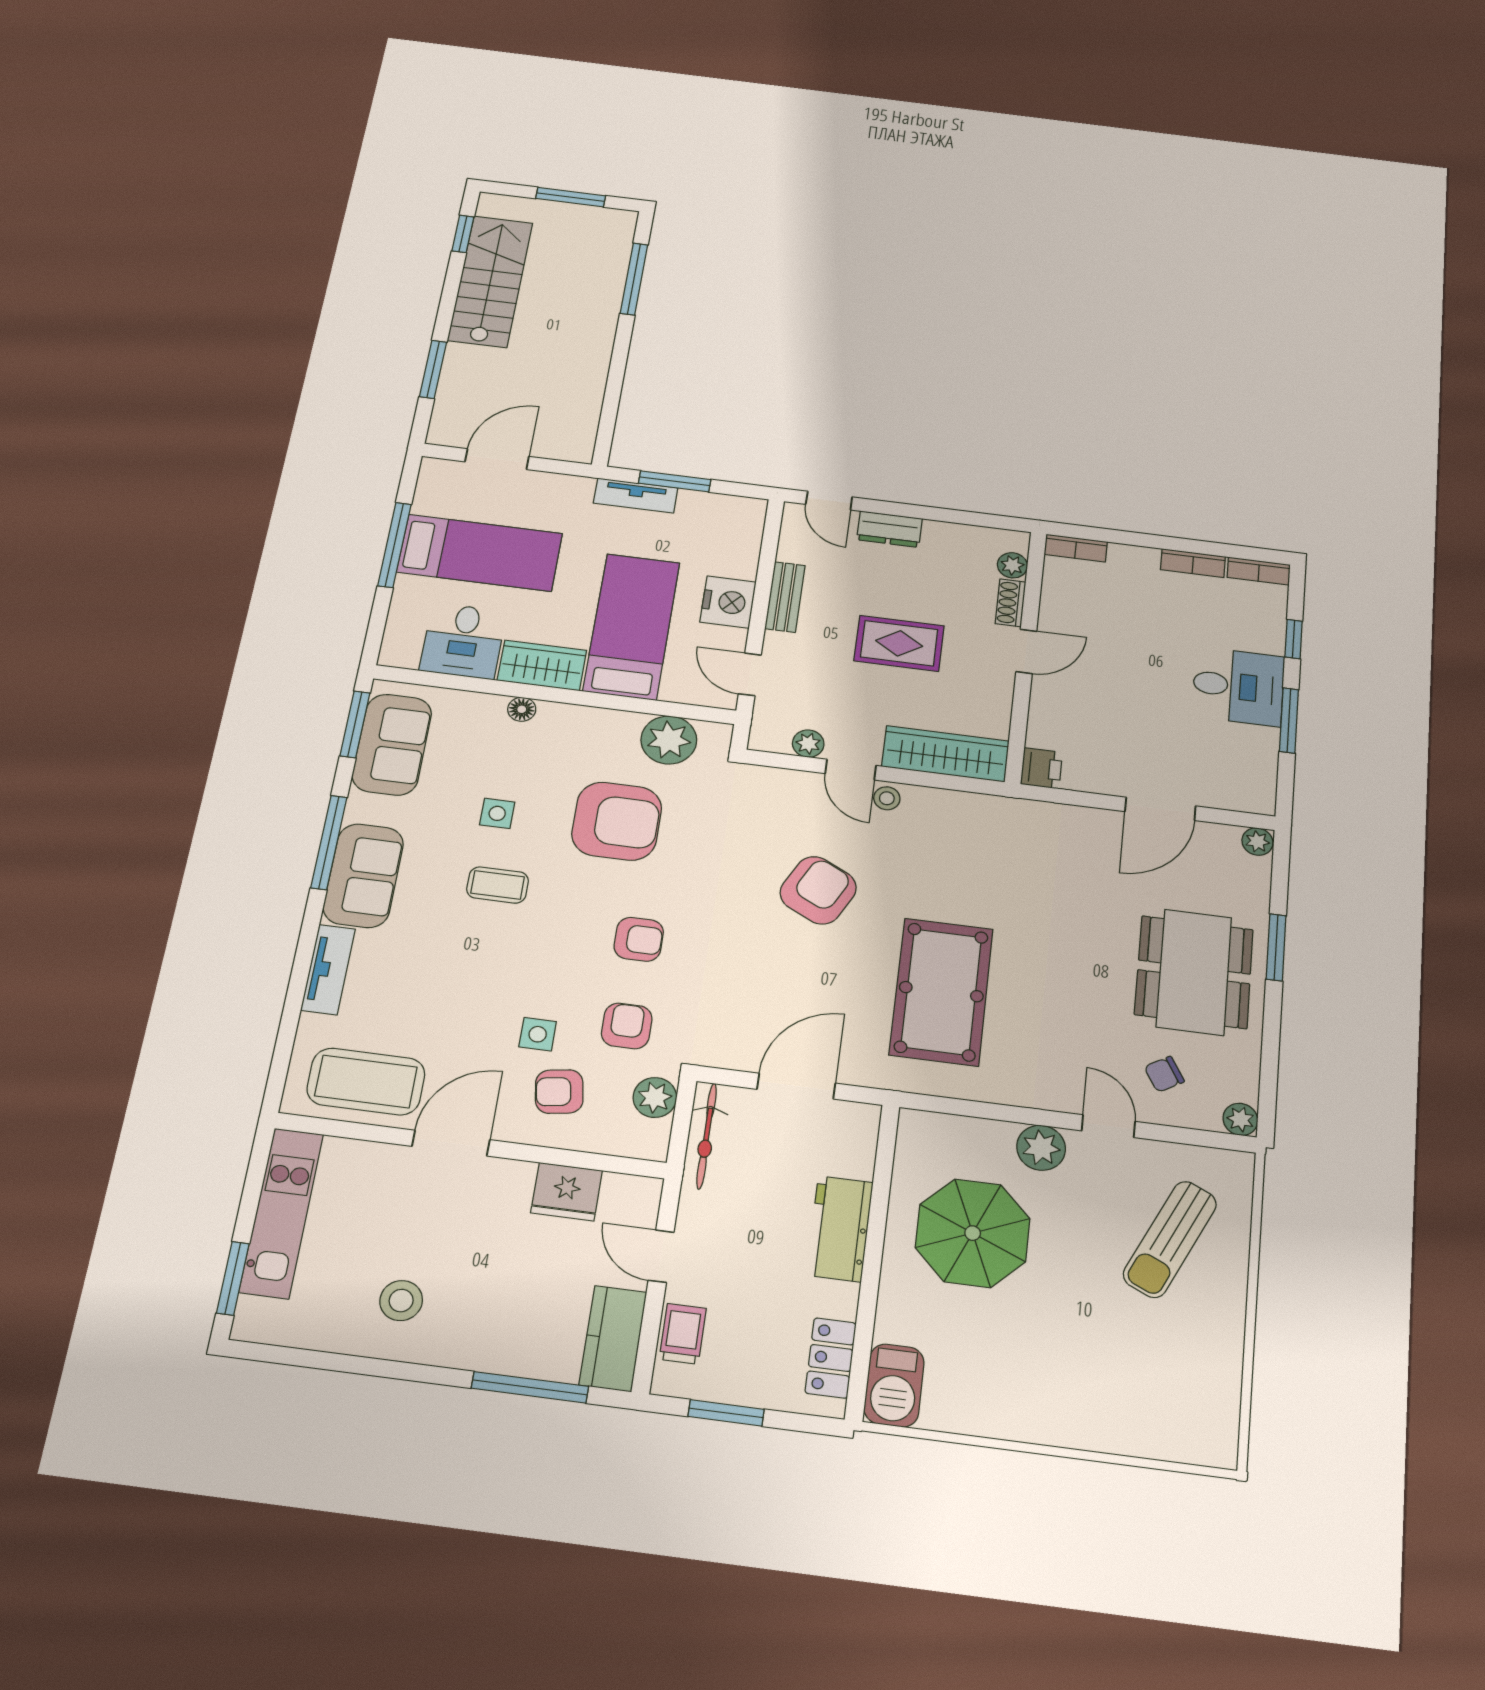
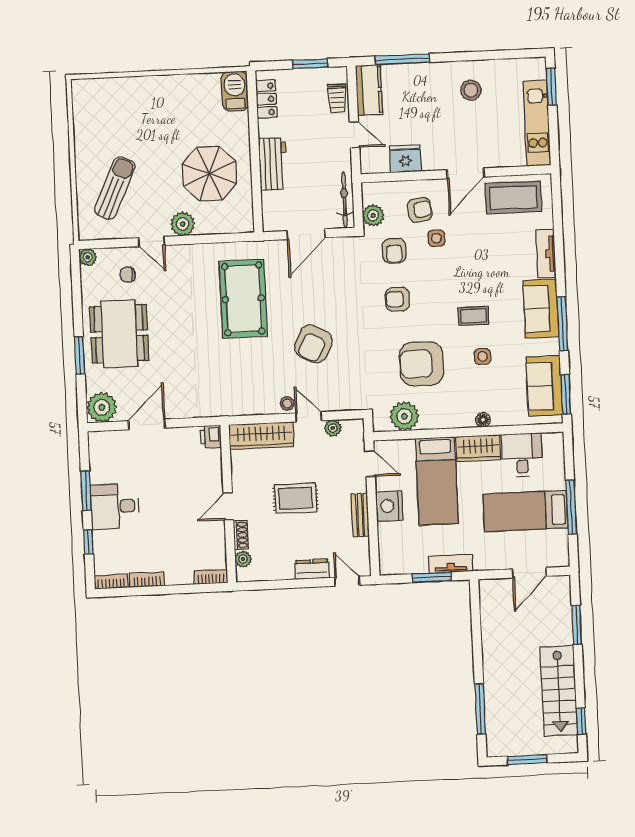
plant: (1257, 842) -> (102, 407), width x1.88, depth x1.88
chair: (1164, 1074) -> (128, 275), turned -149

